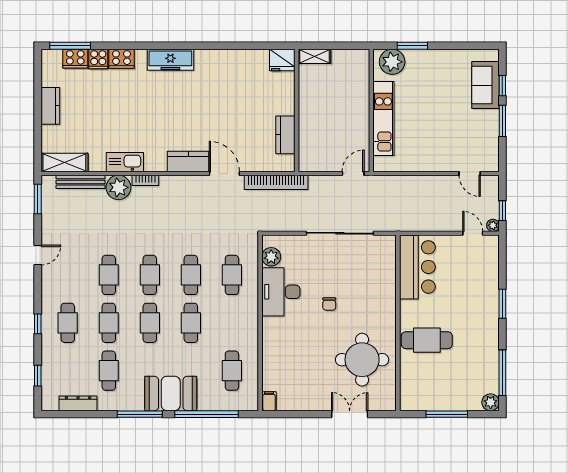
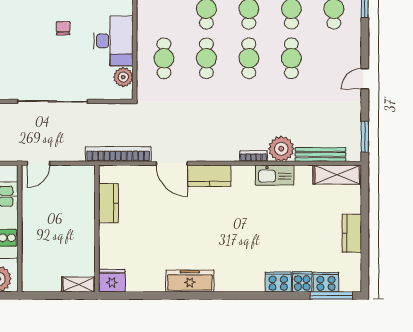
freezer: (170, 60) -> (190, 281), moved

